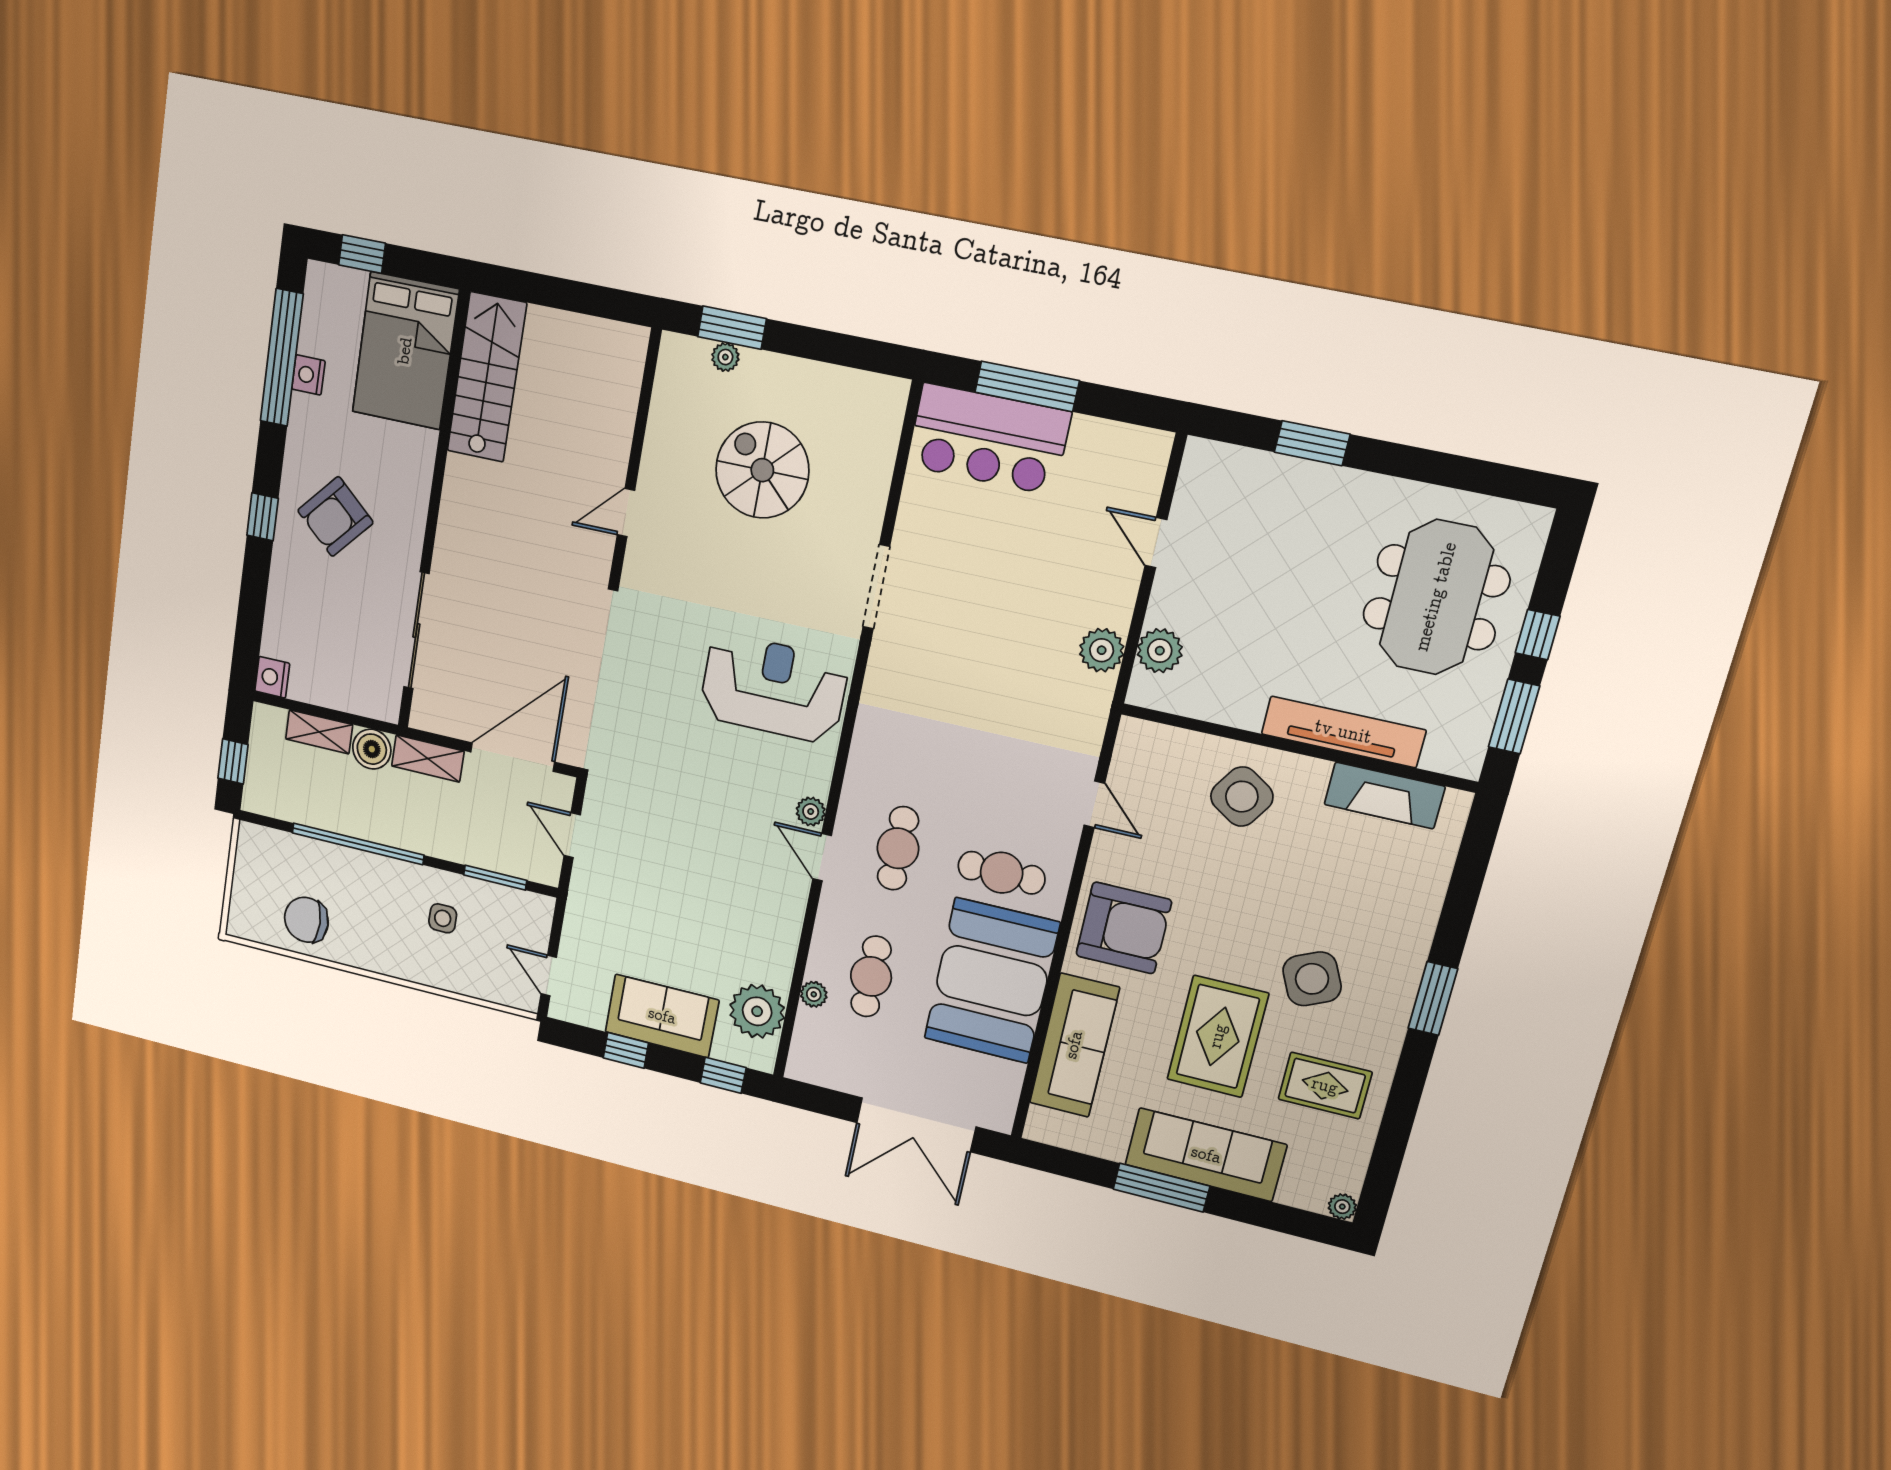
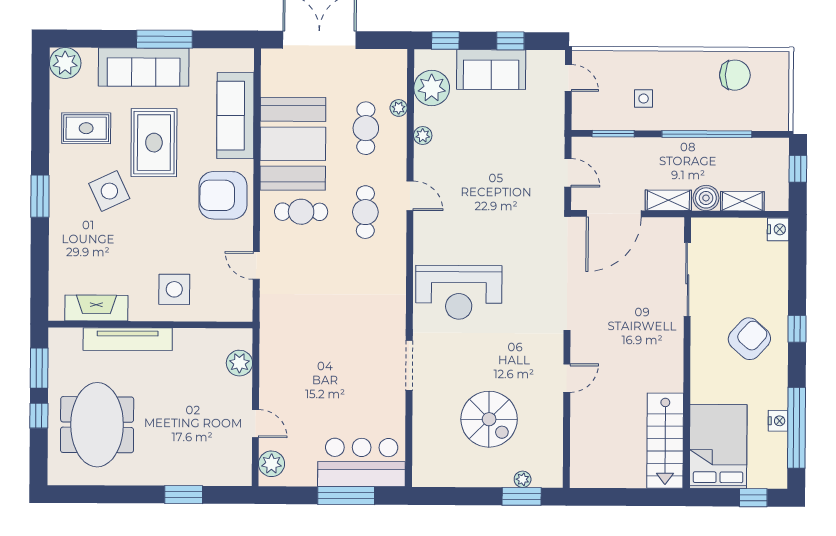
plant: (1102, 650) -> (271, 464), moved
side table: (1242, 797) -> (174, 289), turned -33
plant: (811, 812) -> (423, 135), moved
plant: (1342, 1207) -> (65, 63), width x1.88, depth x1.88

